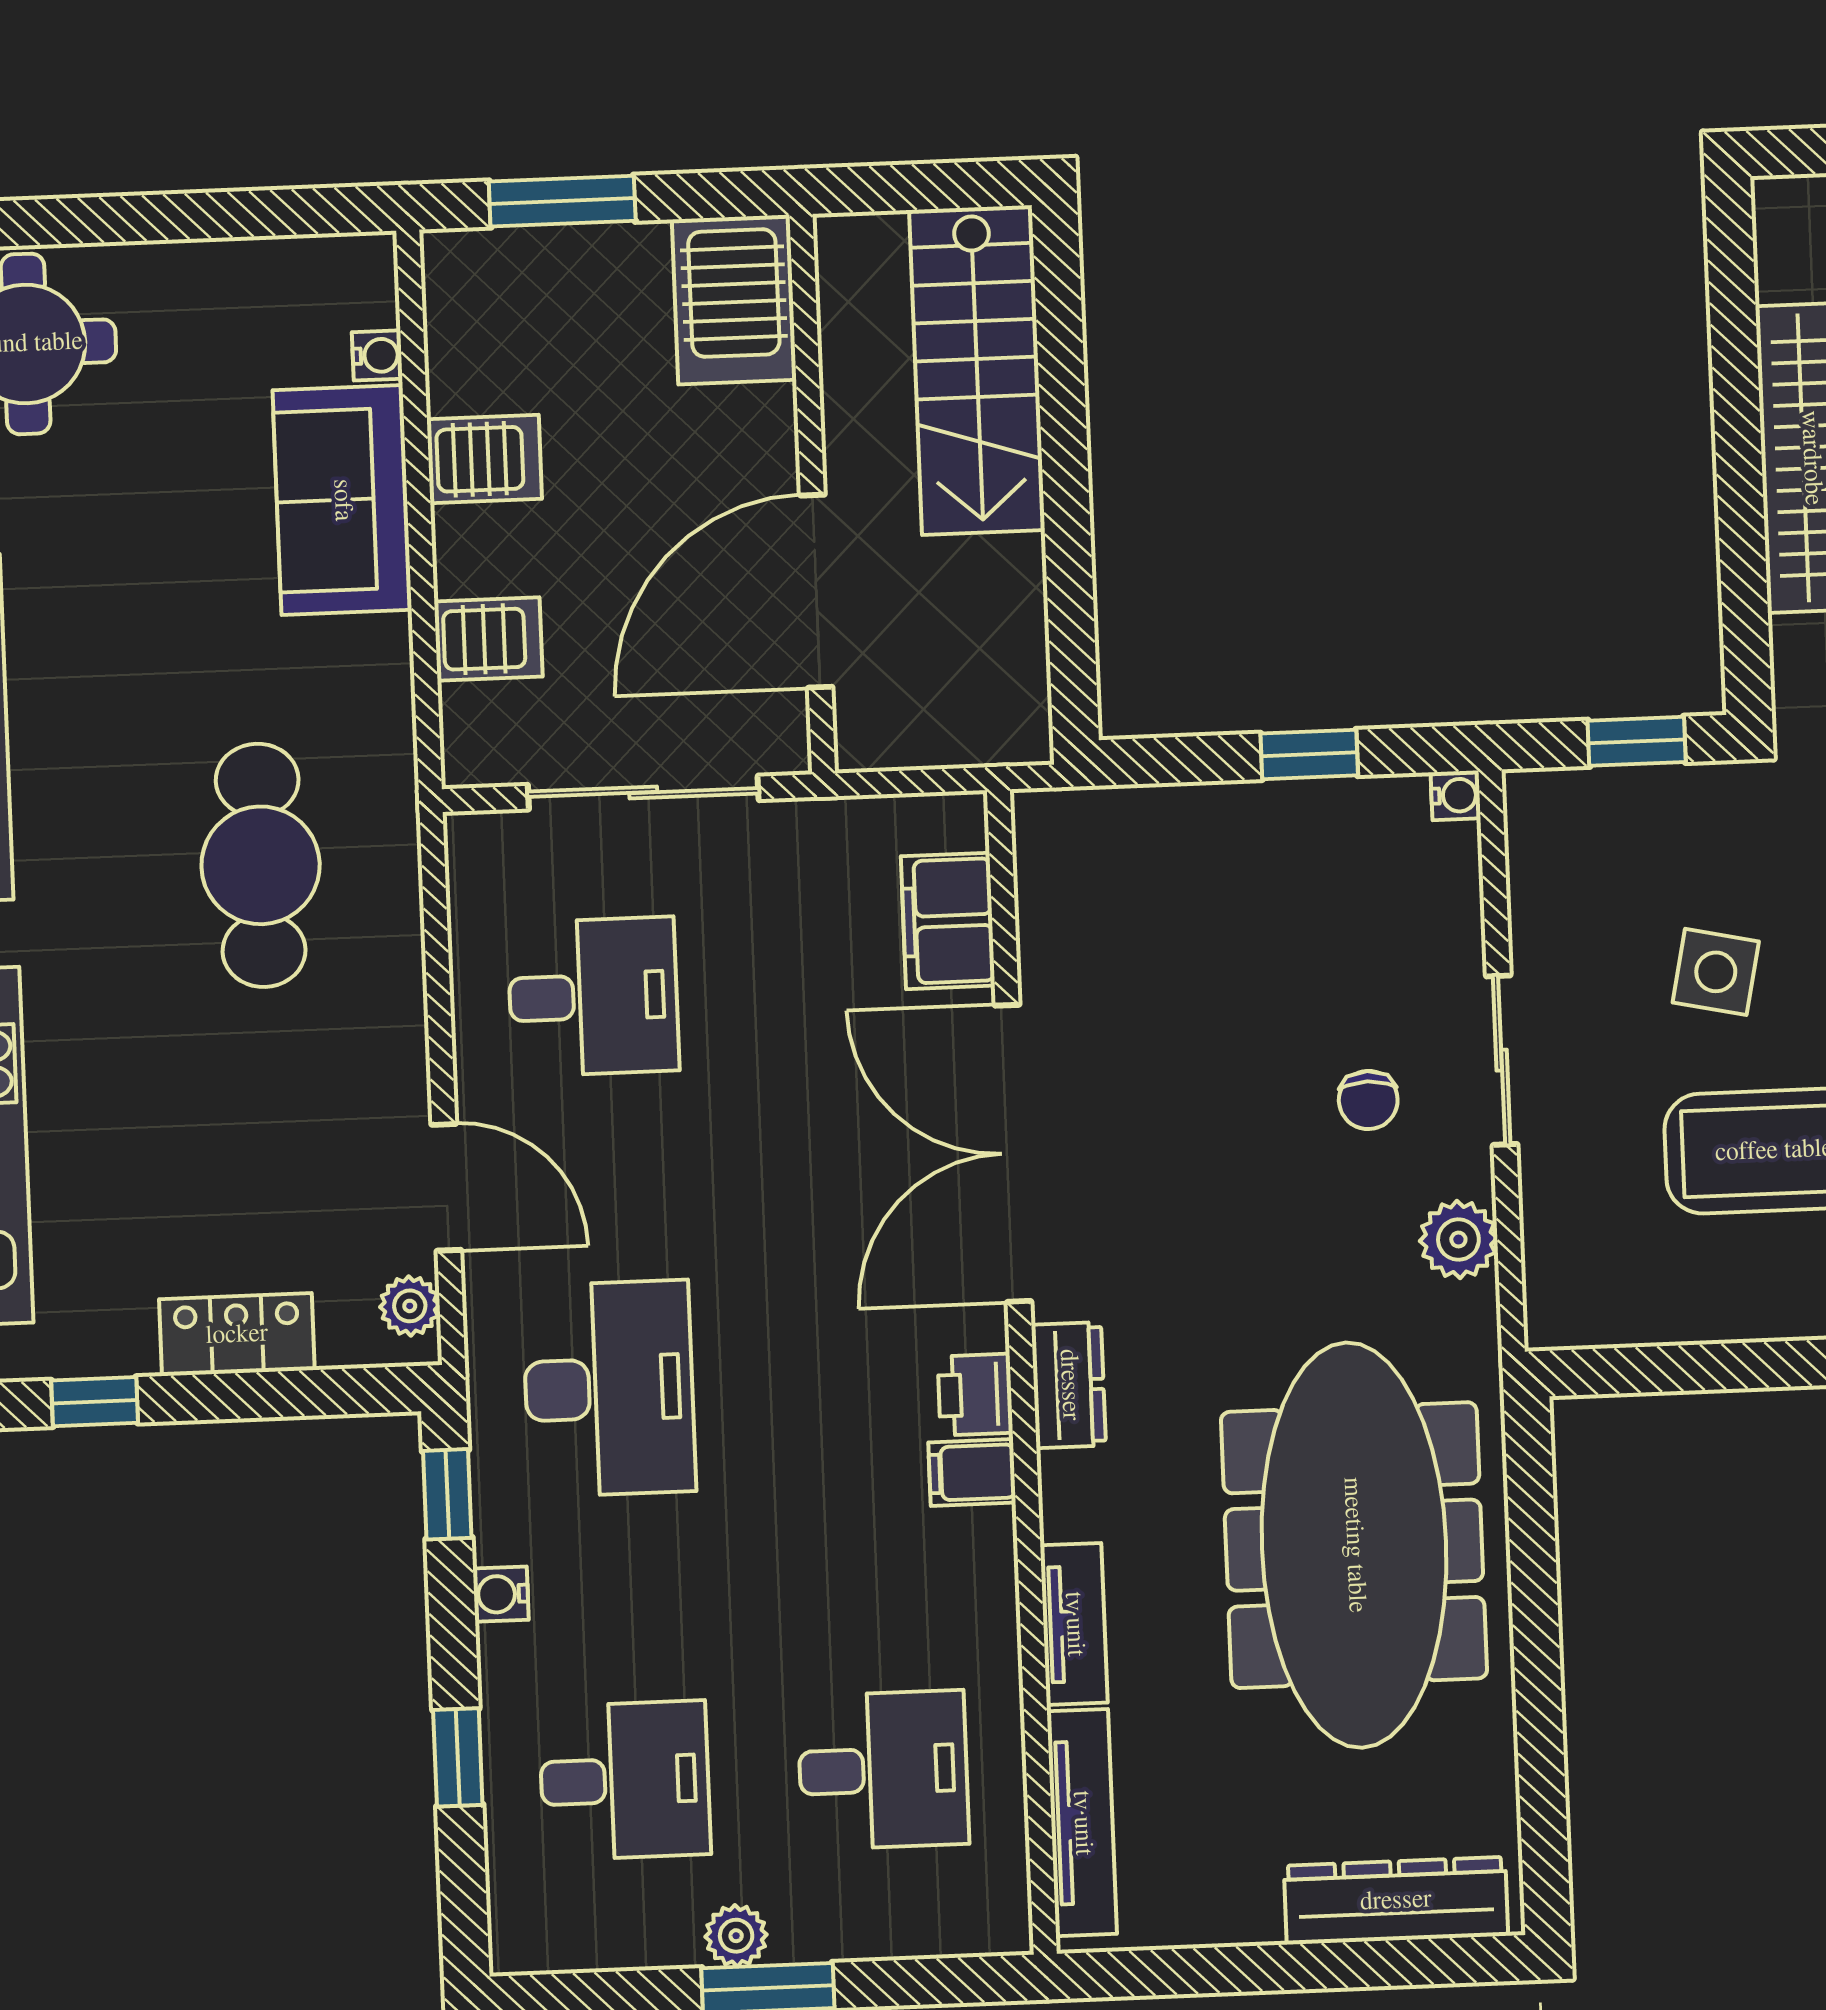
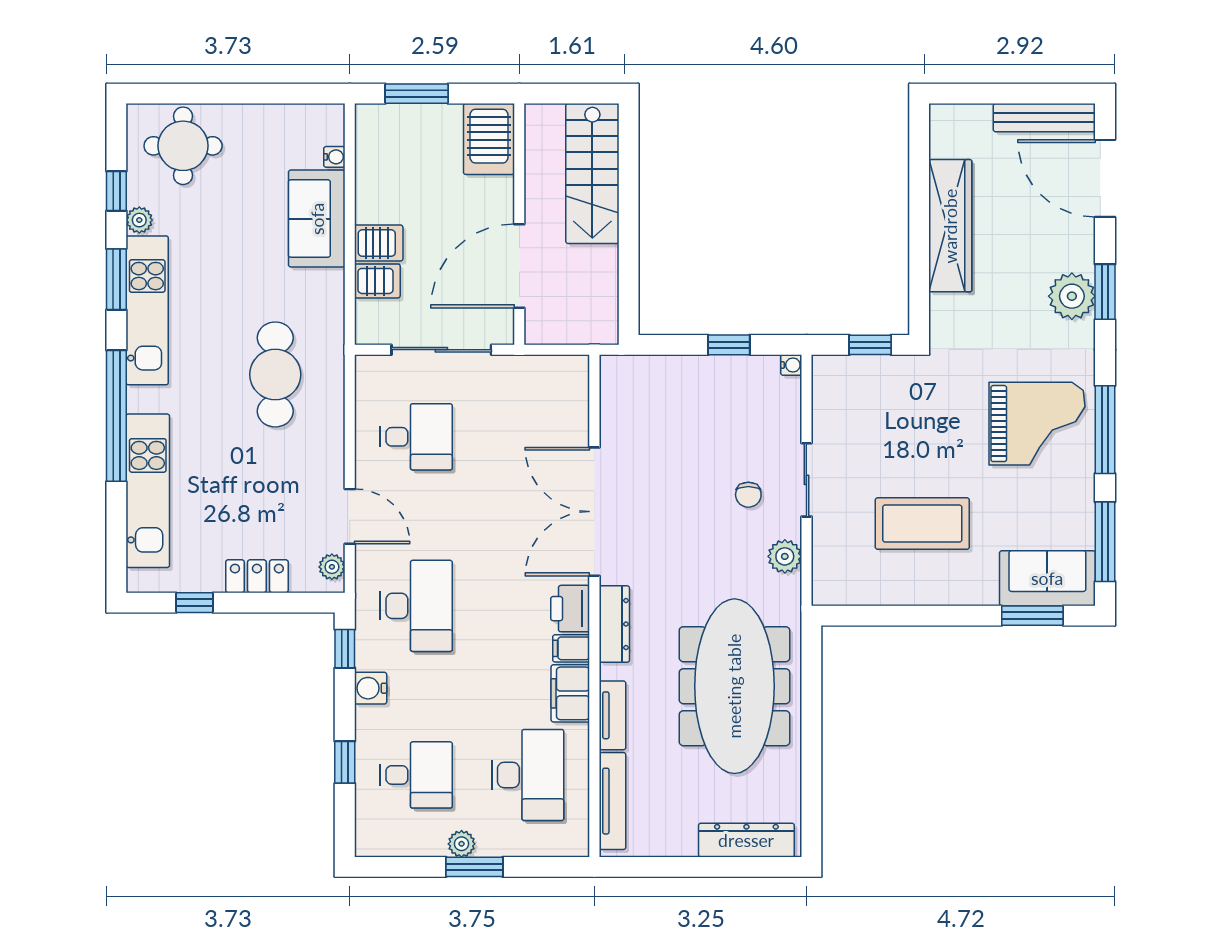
server rack: (484, 459) -> (379, 243), moved
filing cabinet: (948, 921) -> (570, 693), moved
side table: (1716, 972) -> (900, 446), removed
dresser: (1069, 1385) -> (614, 624), width x1.44
printer: (975, 1395) -> (570, 609), width x1.36, depth x1.24
water cooler: (501, 1594) -> (371, 688), width x1.38, depth x1.38
desk: (883, 1770) -> (528, 775), width x1.37

